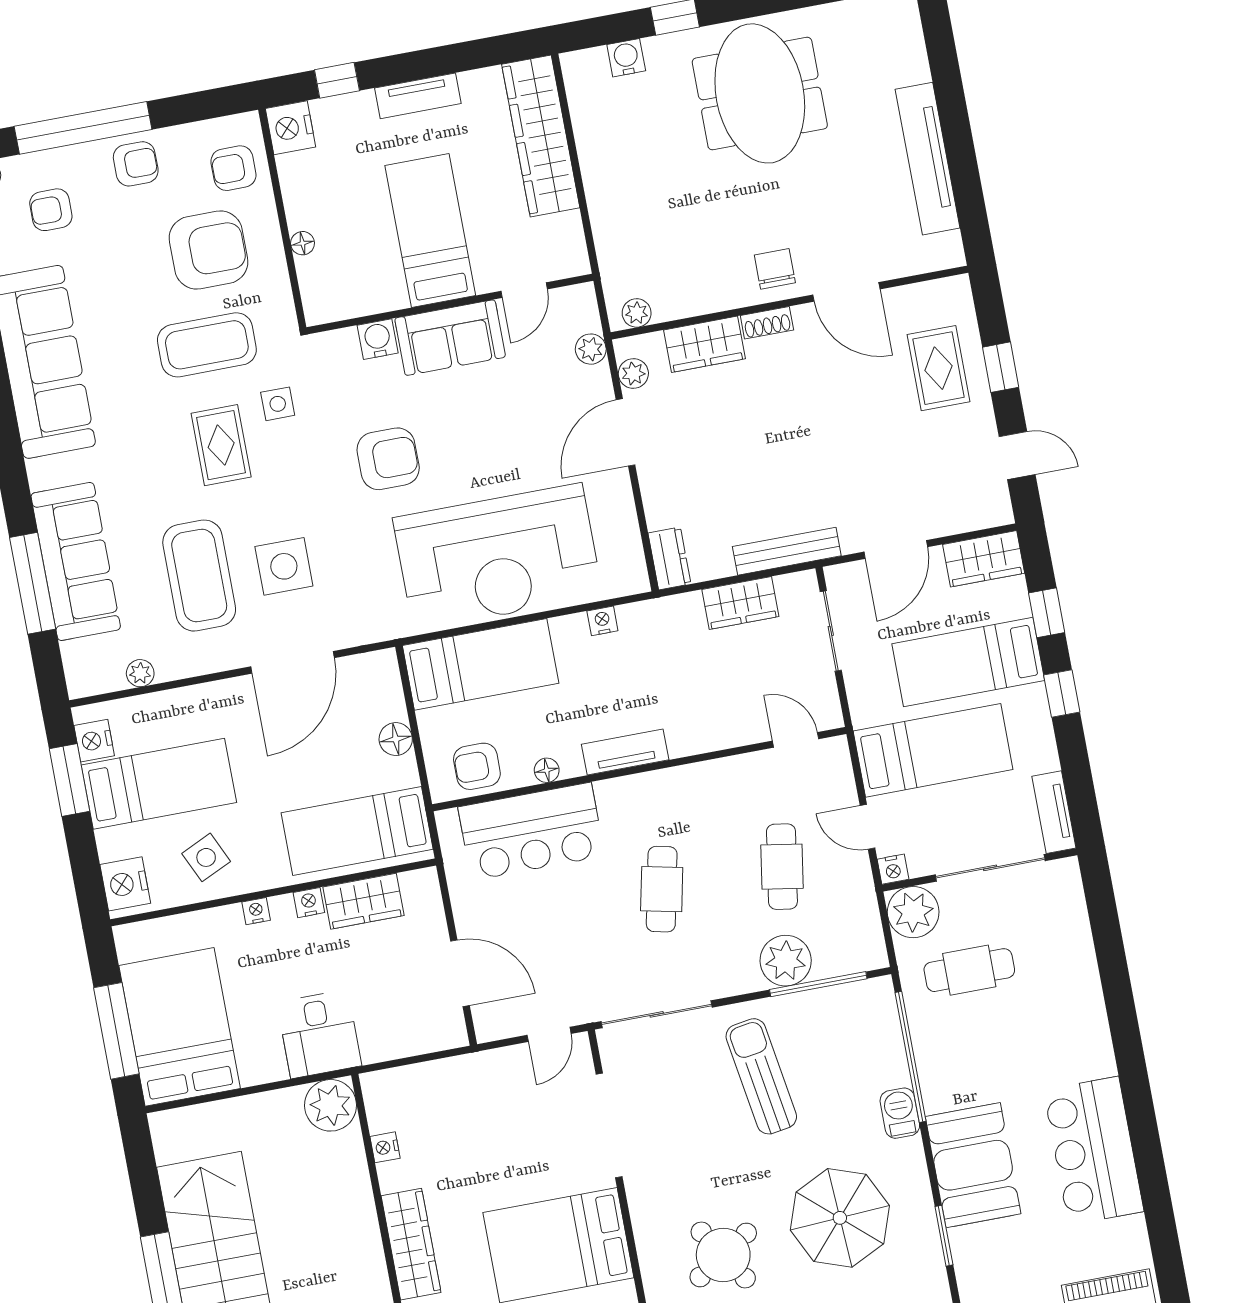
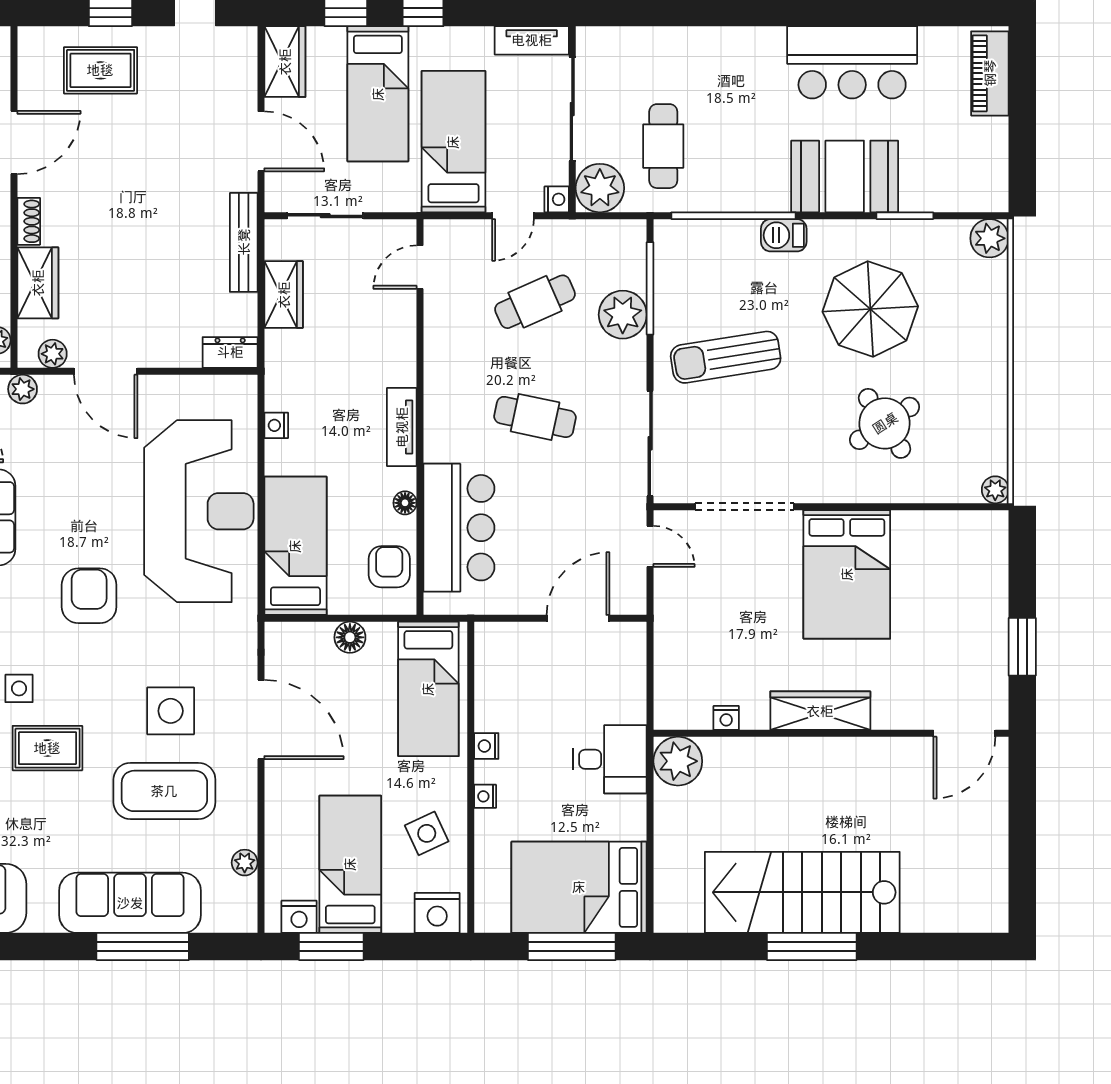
armchair: (477, 766) -> (389, 567), turned 180
cafe table: (782, 867) -> (535, 302), turned -33
wardrobe: (363, 901) -> (494, 695), removed

